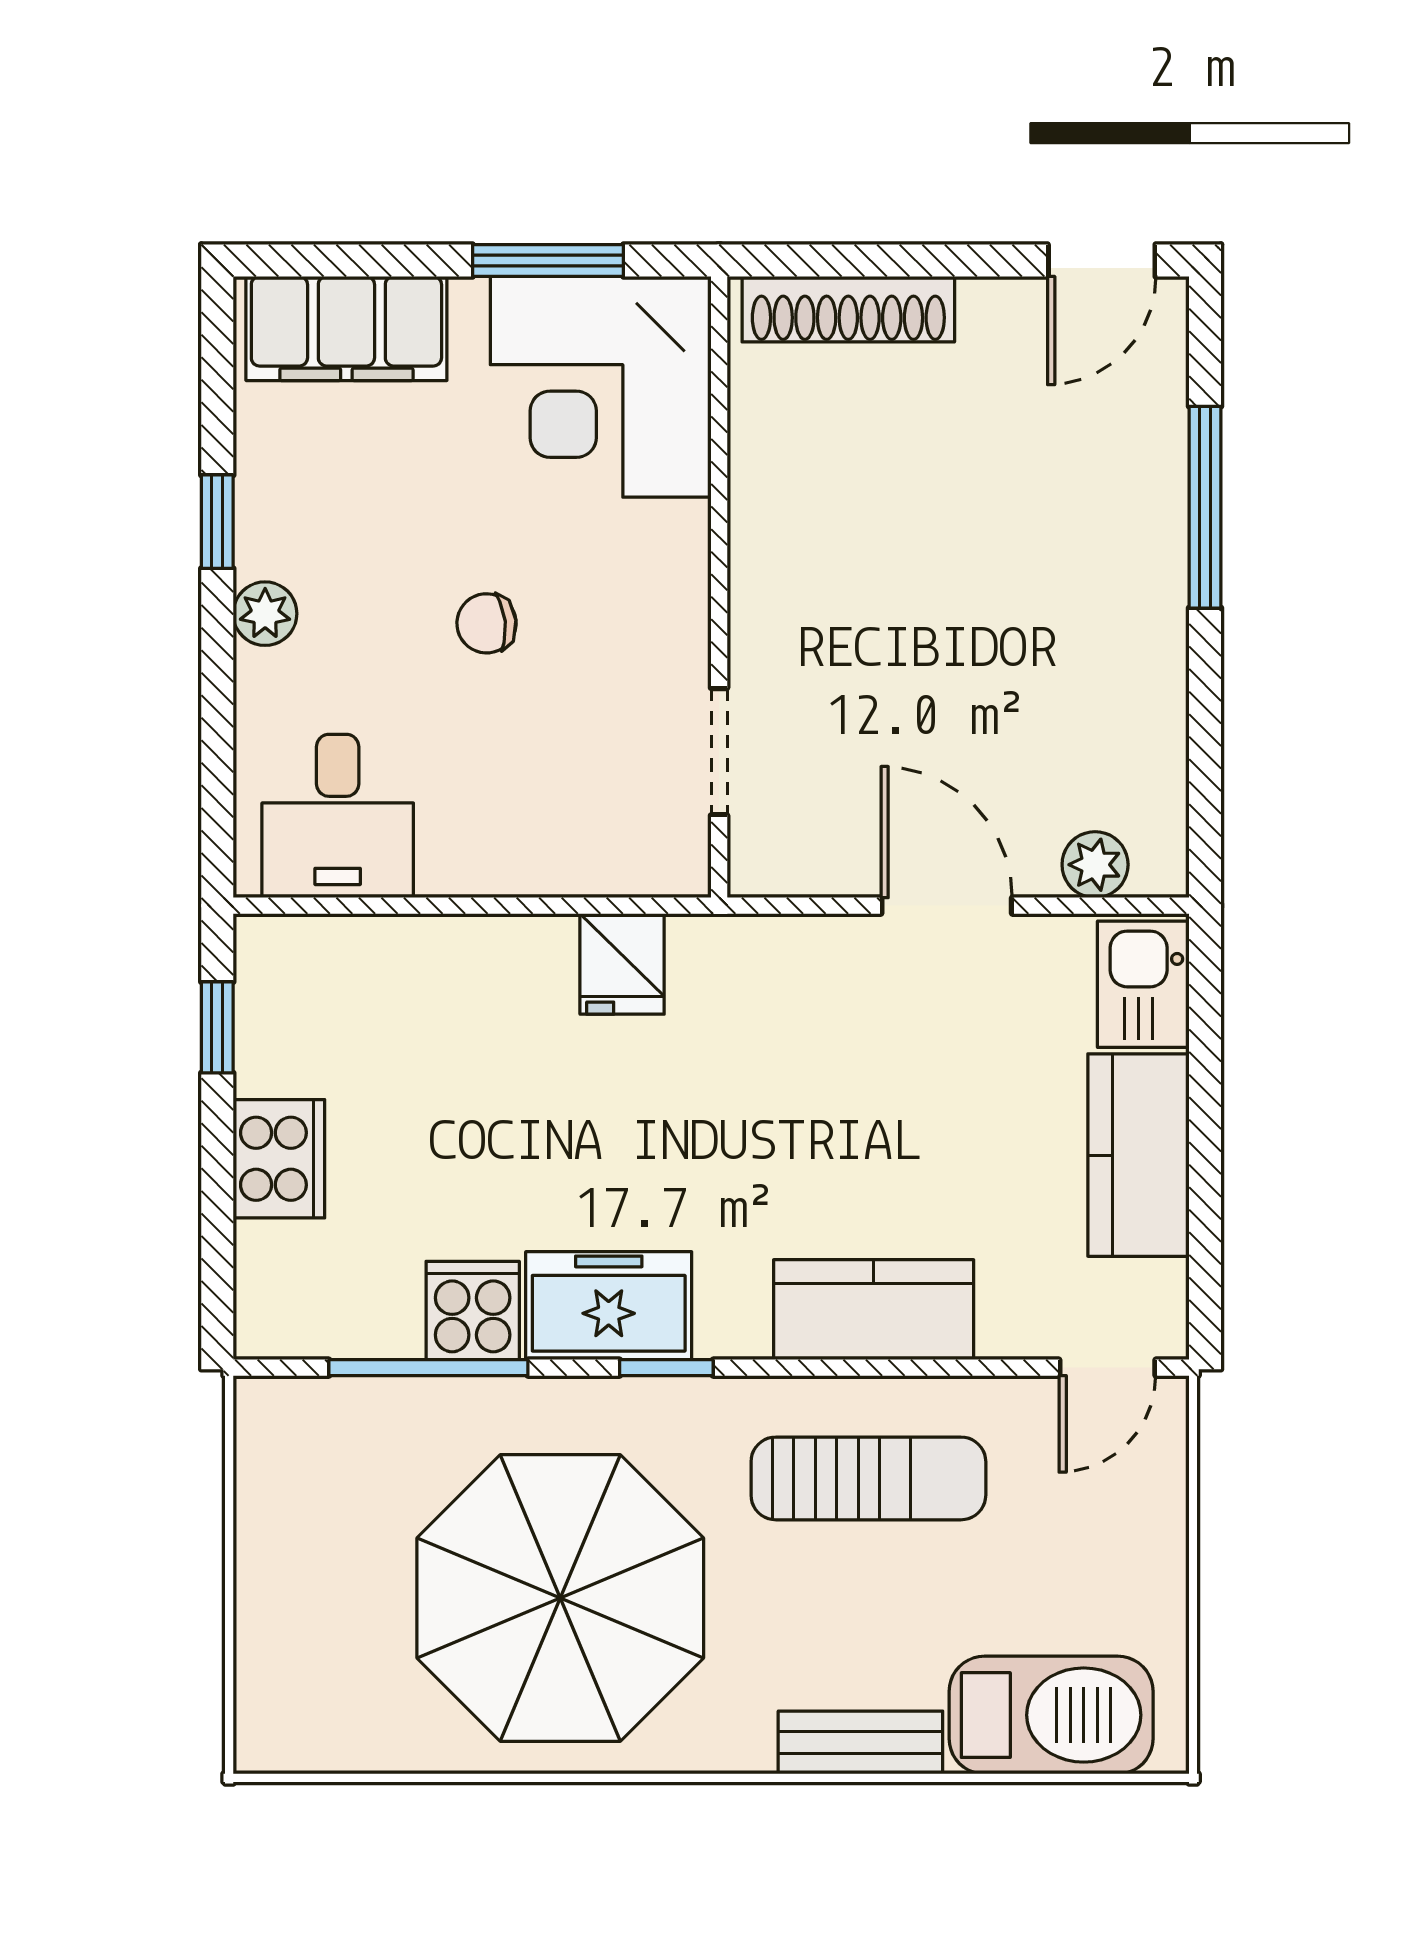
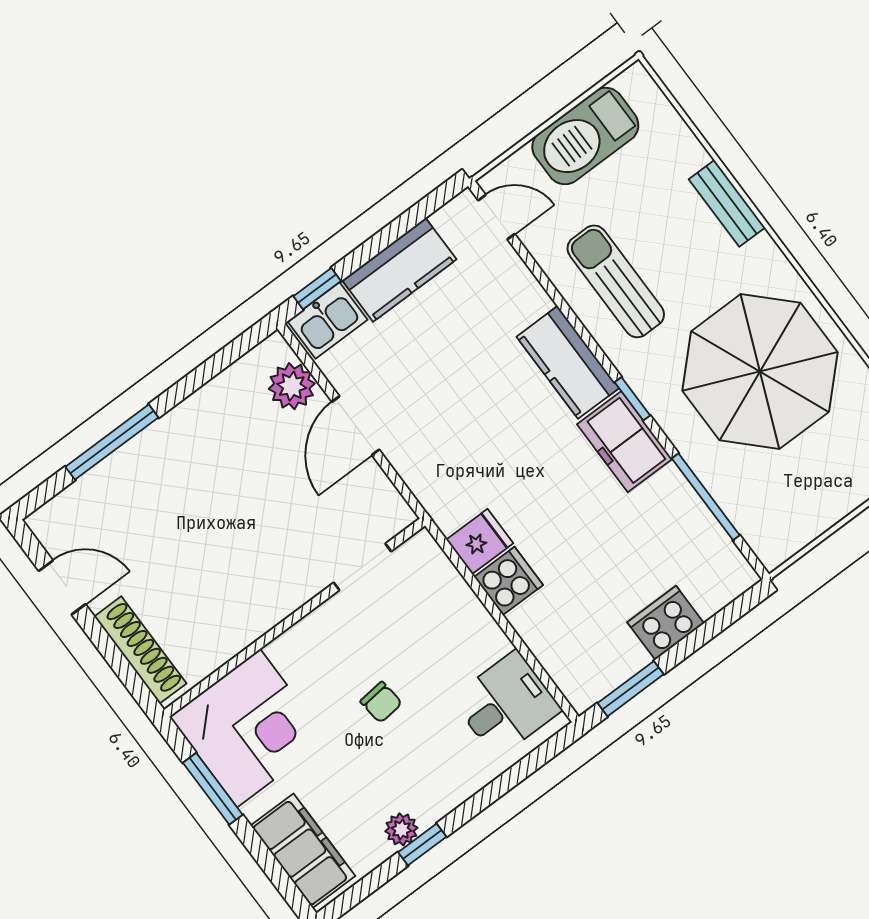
door: (1102, 260) -> (62, 587), moved
plant: (265, 614) -> (401, 829), moved
plant: (1095, 865) -> (292, 386), width x1.38, depth x1.38
window: (1205, 1005) -> (317, 289), added
window: (217, 1027) -> (631, 689), width x1.50
cooker: (473, 1310) -> (509, 581), moved, turned 180
kitchen counter: (874, 1310) -> (568, 362), moved
barbecue: (1051, 1715) -> (585, 136), moved, turned -90

